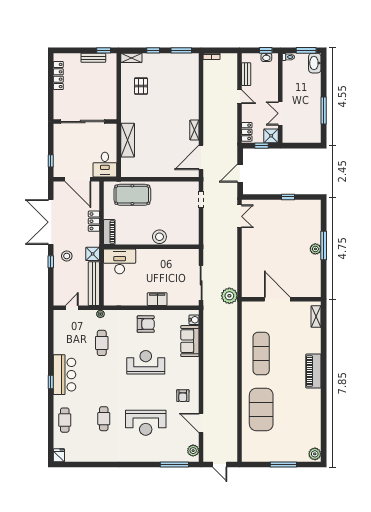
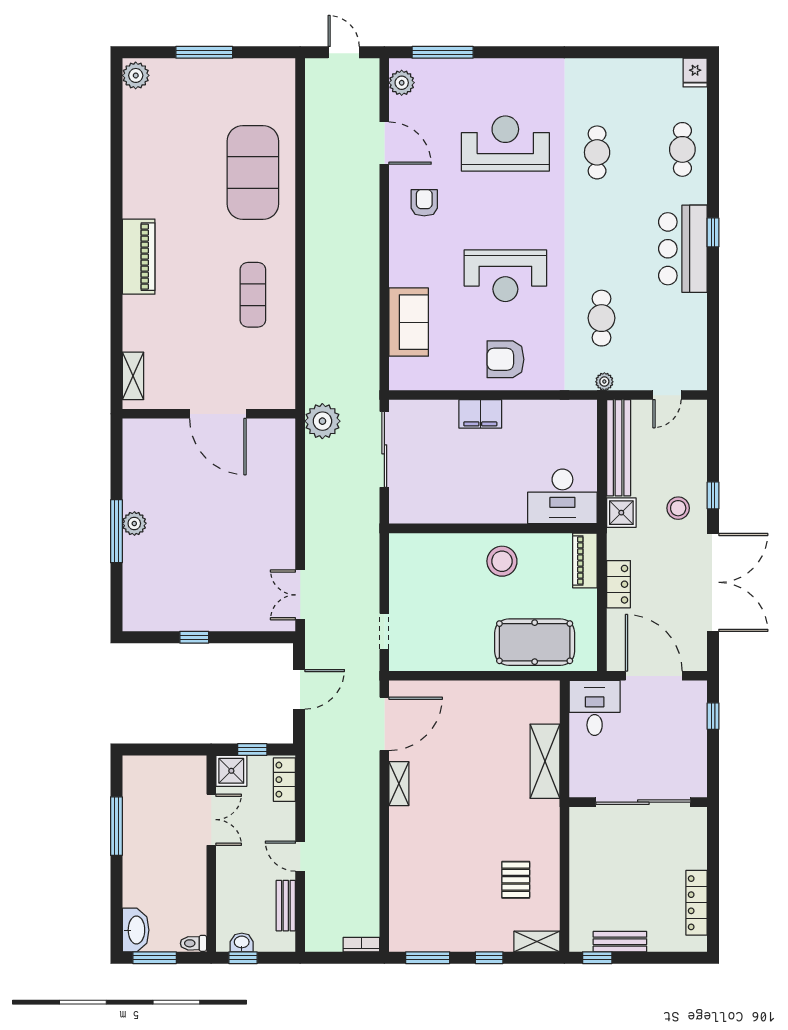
stool: (159, 237) -> (502, 561), moved
water cooler: (194, 320) -> (400, 369), removed
exercise mat: (261, 354) -> (253, 295), width x0.73, depth x0.69

